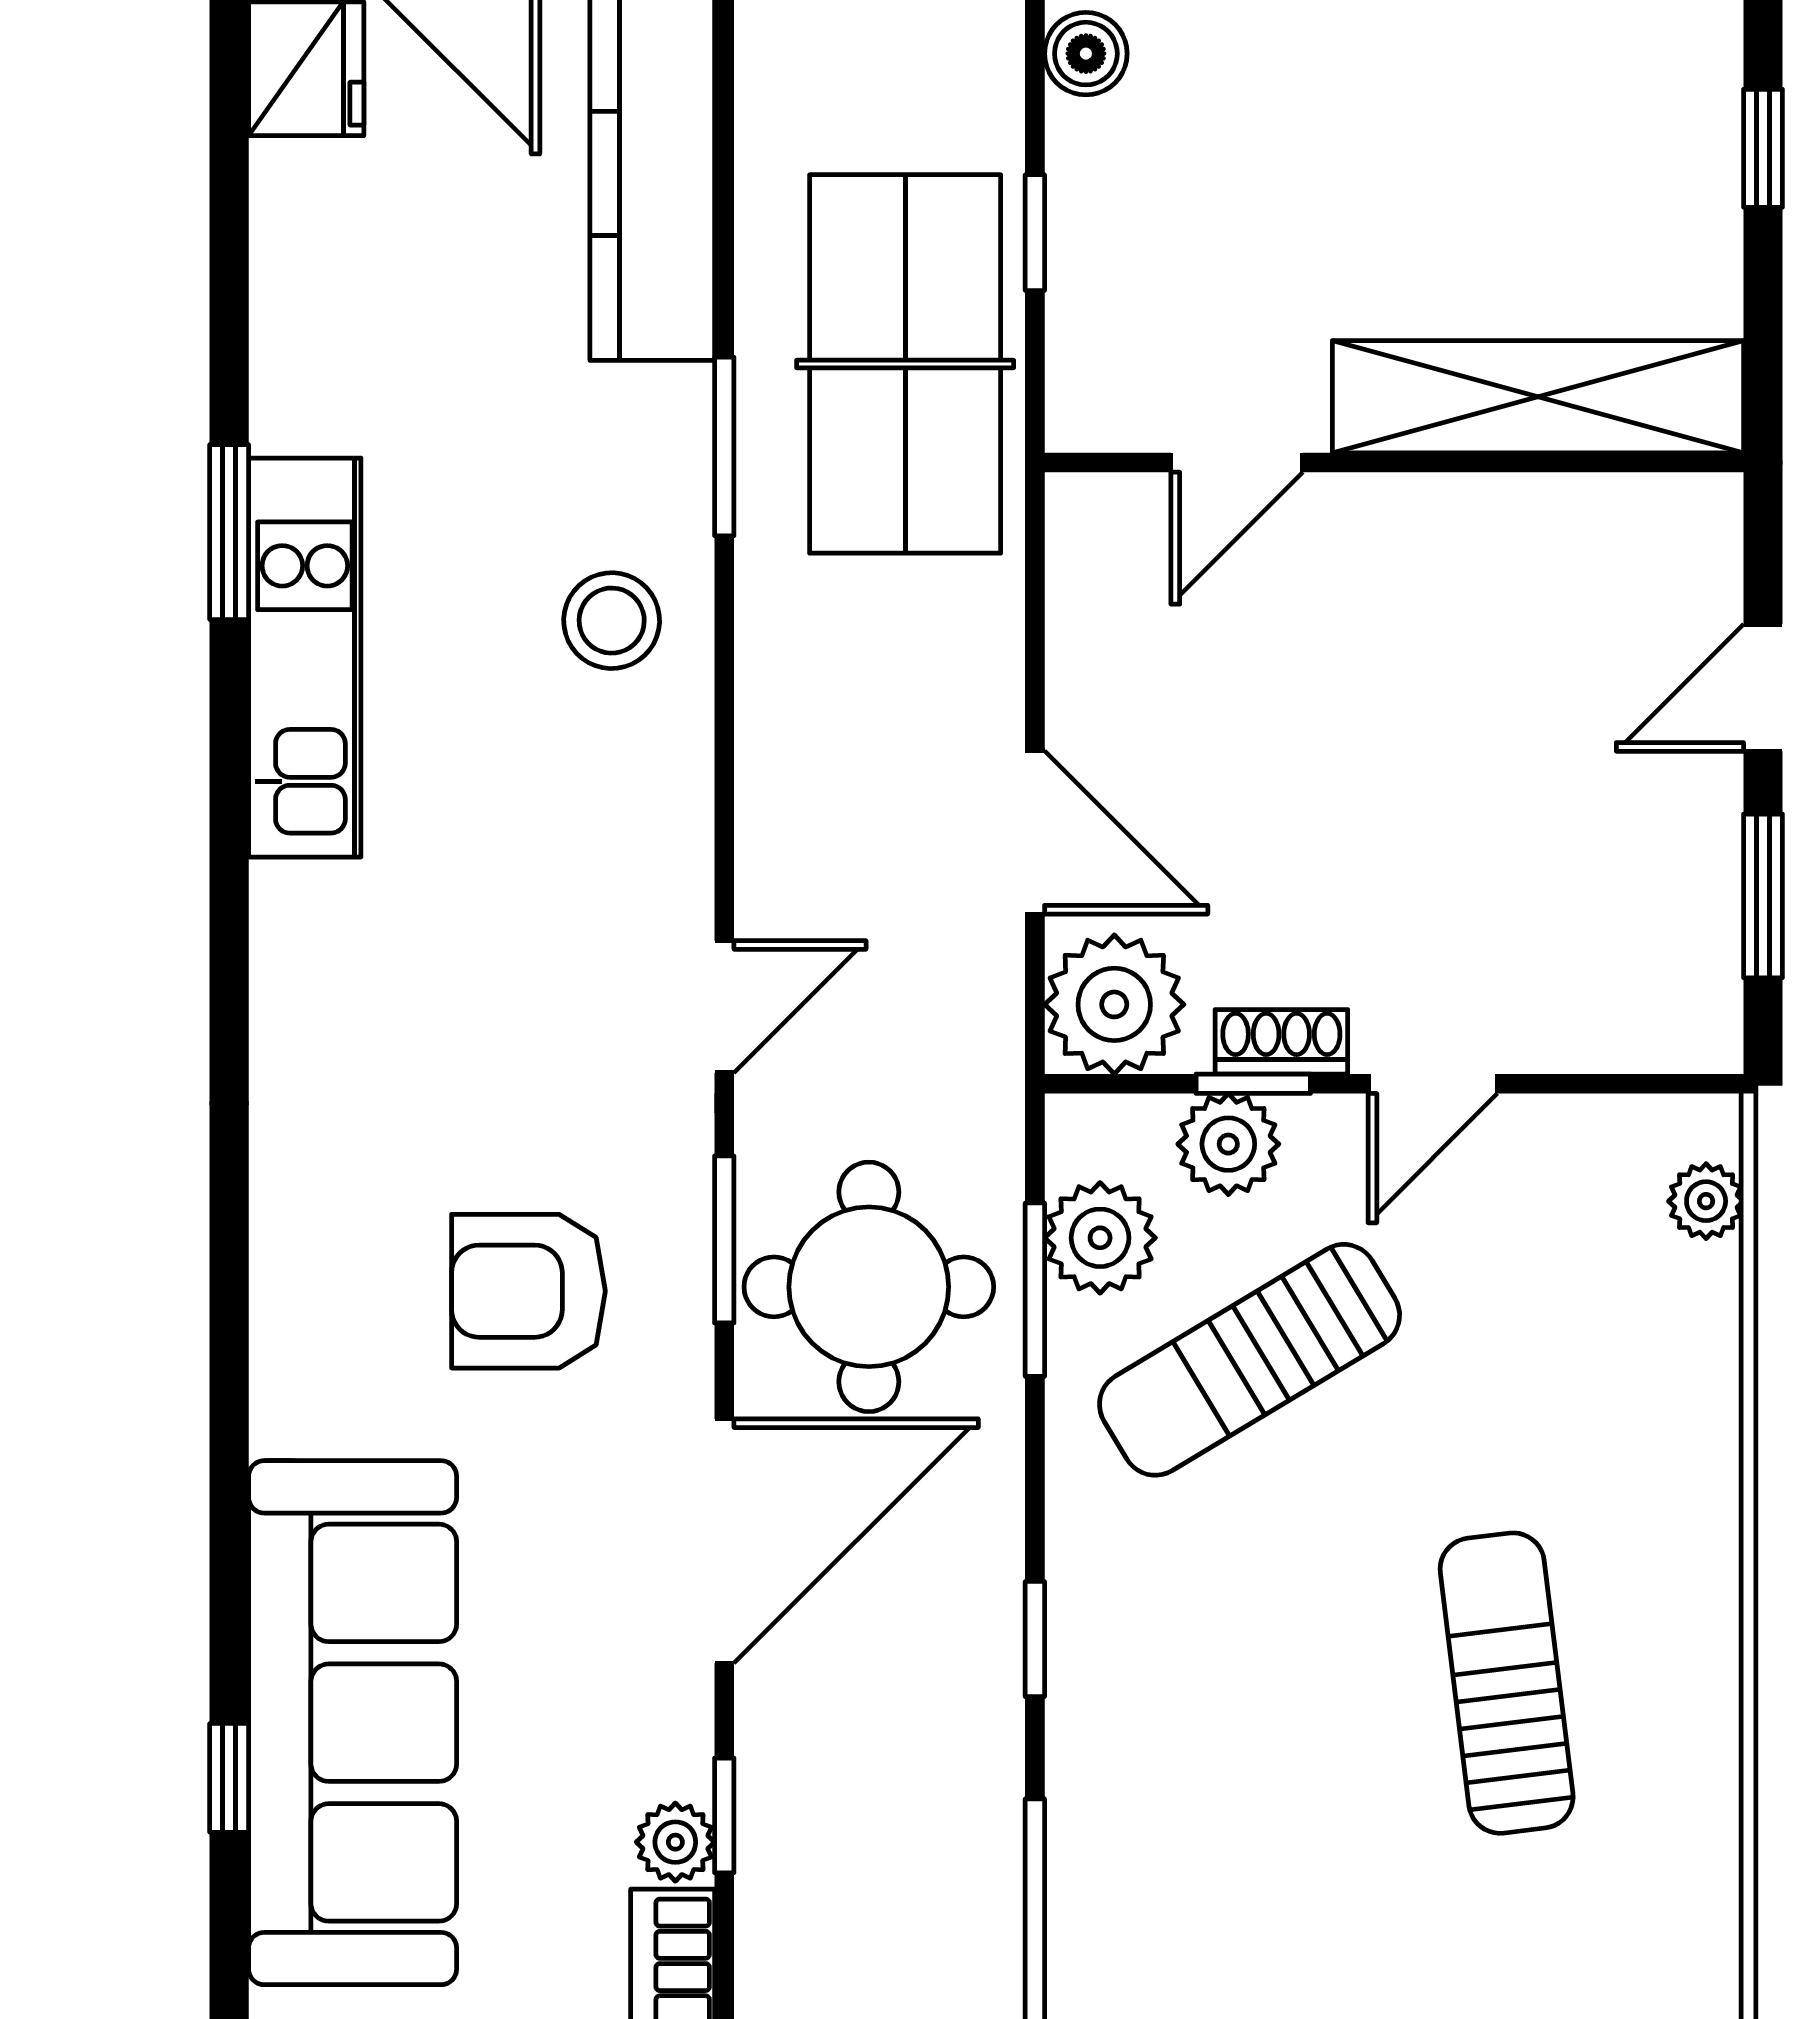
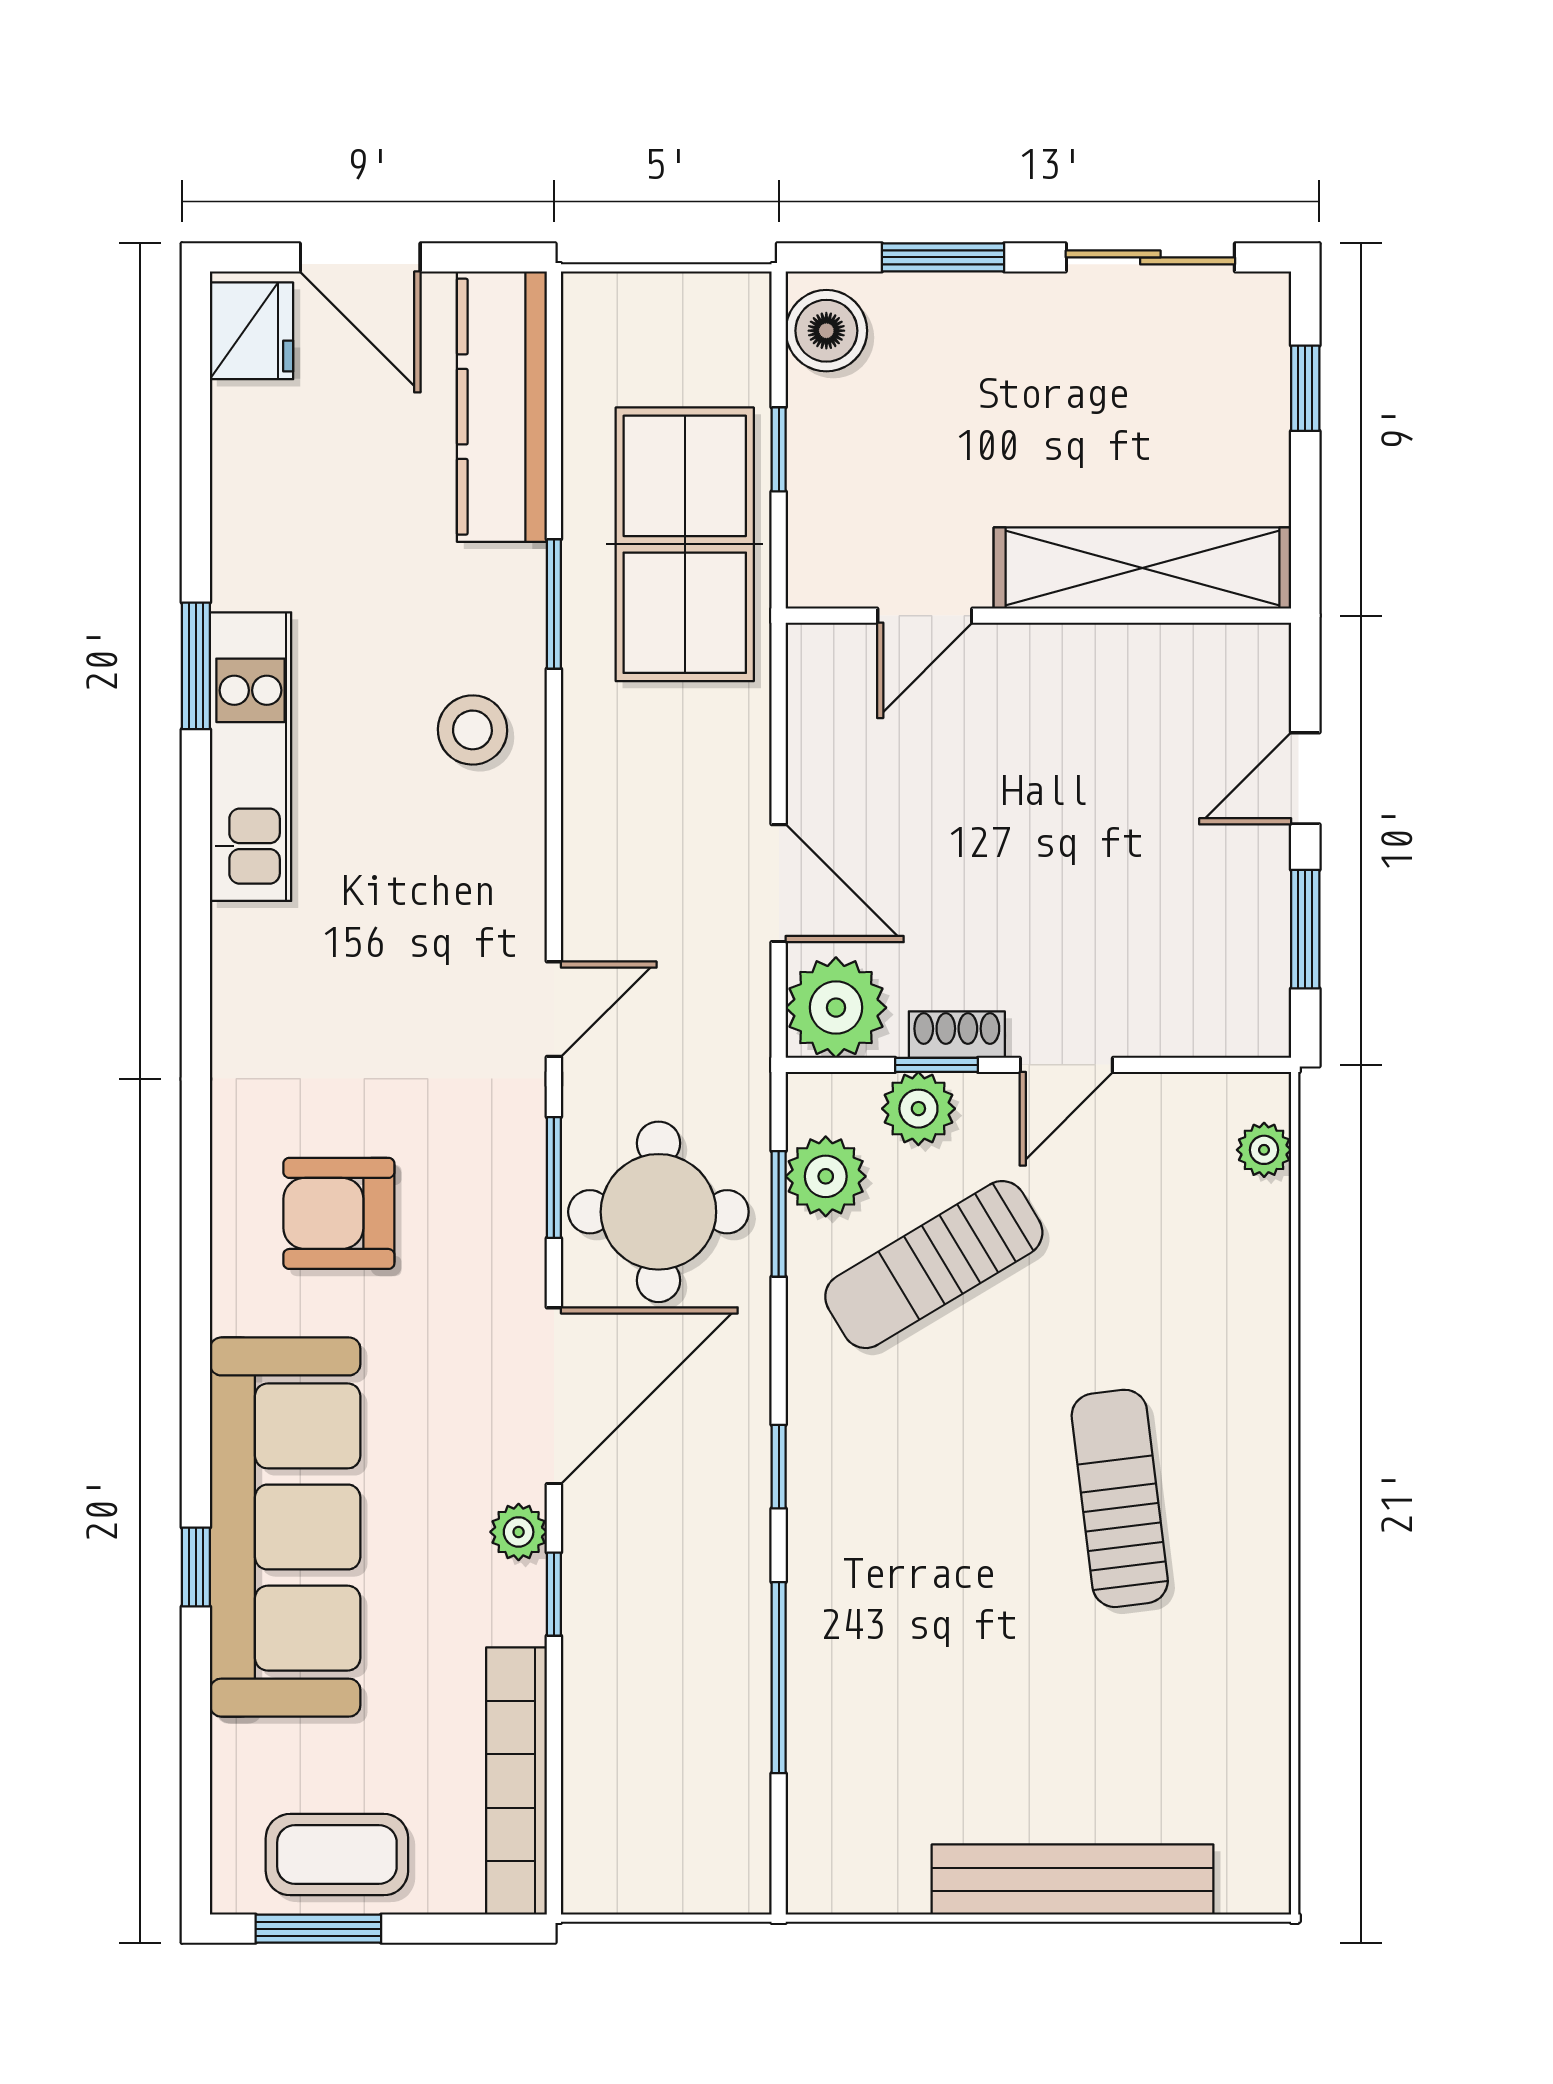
boiler: (1086, 54) -> (826, 331), width x1.36, depth x1.36
armchair: (528, 1291) -> (339, 1213), moved
plant: (675, 1842) -> (519, 1532), moved

